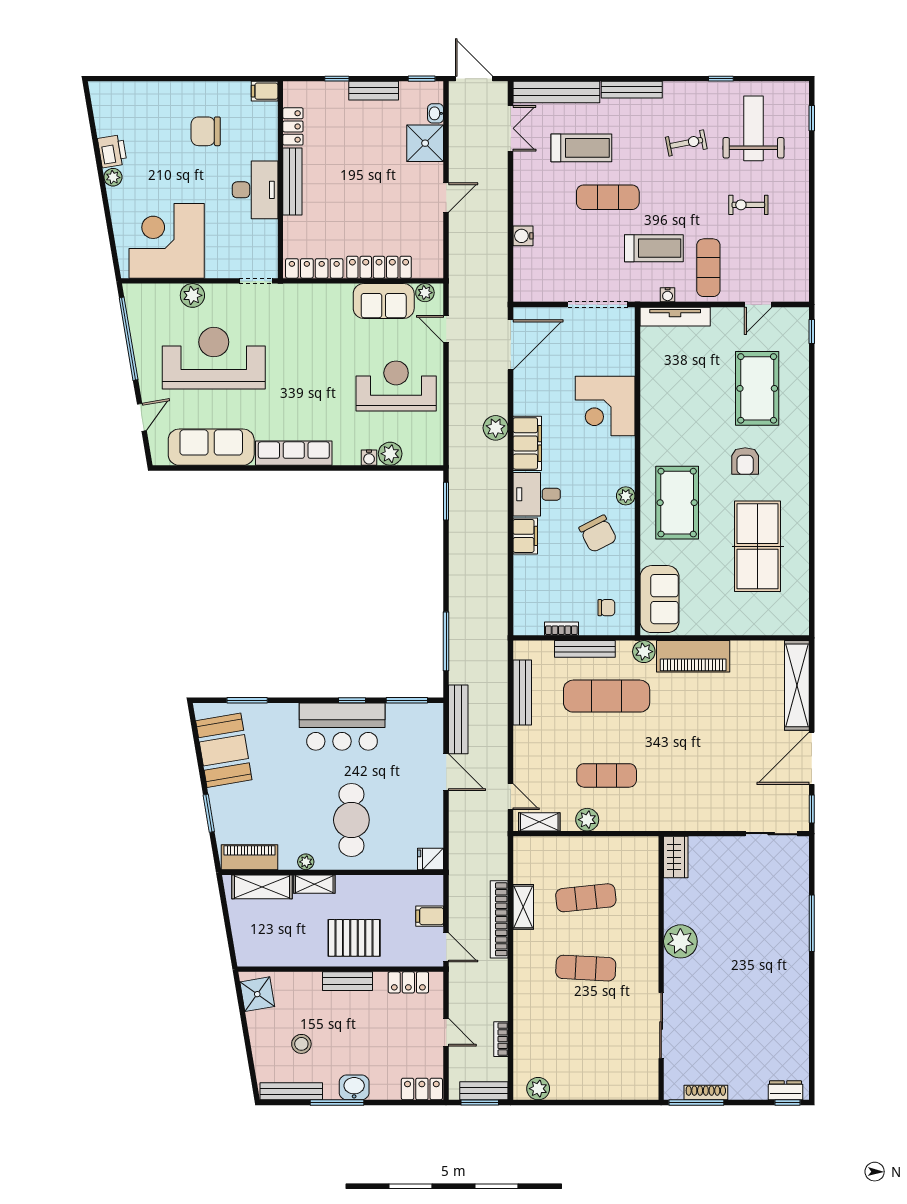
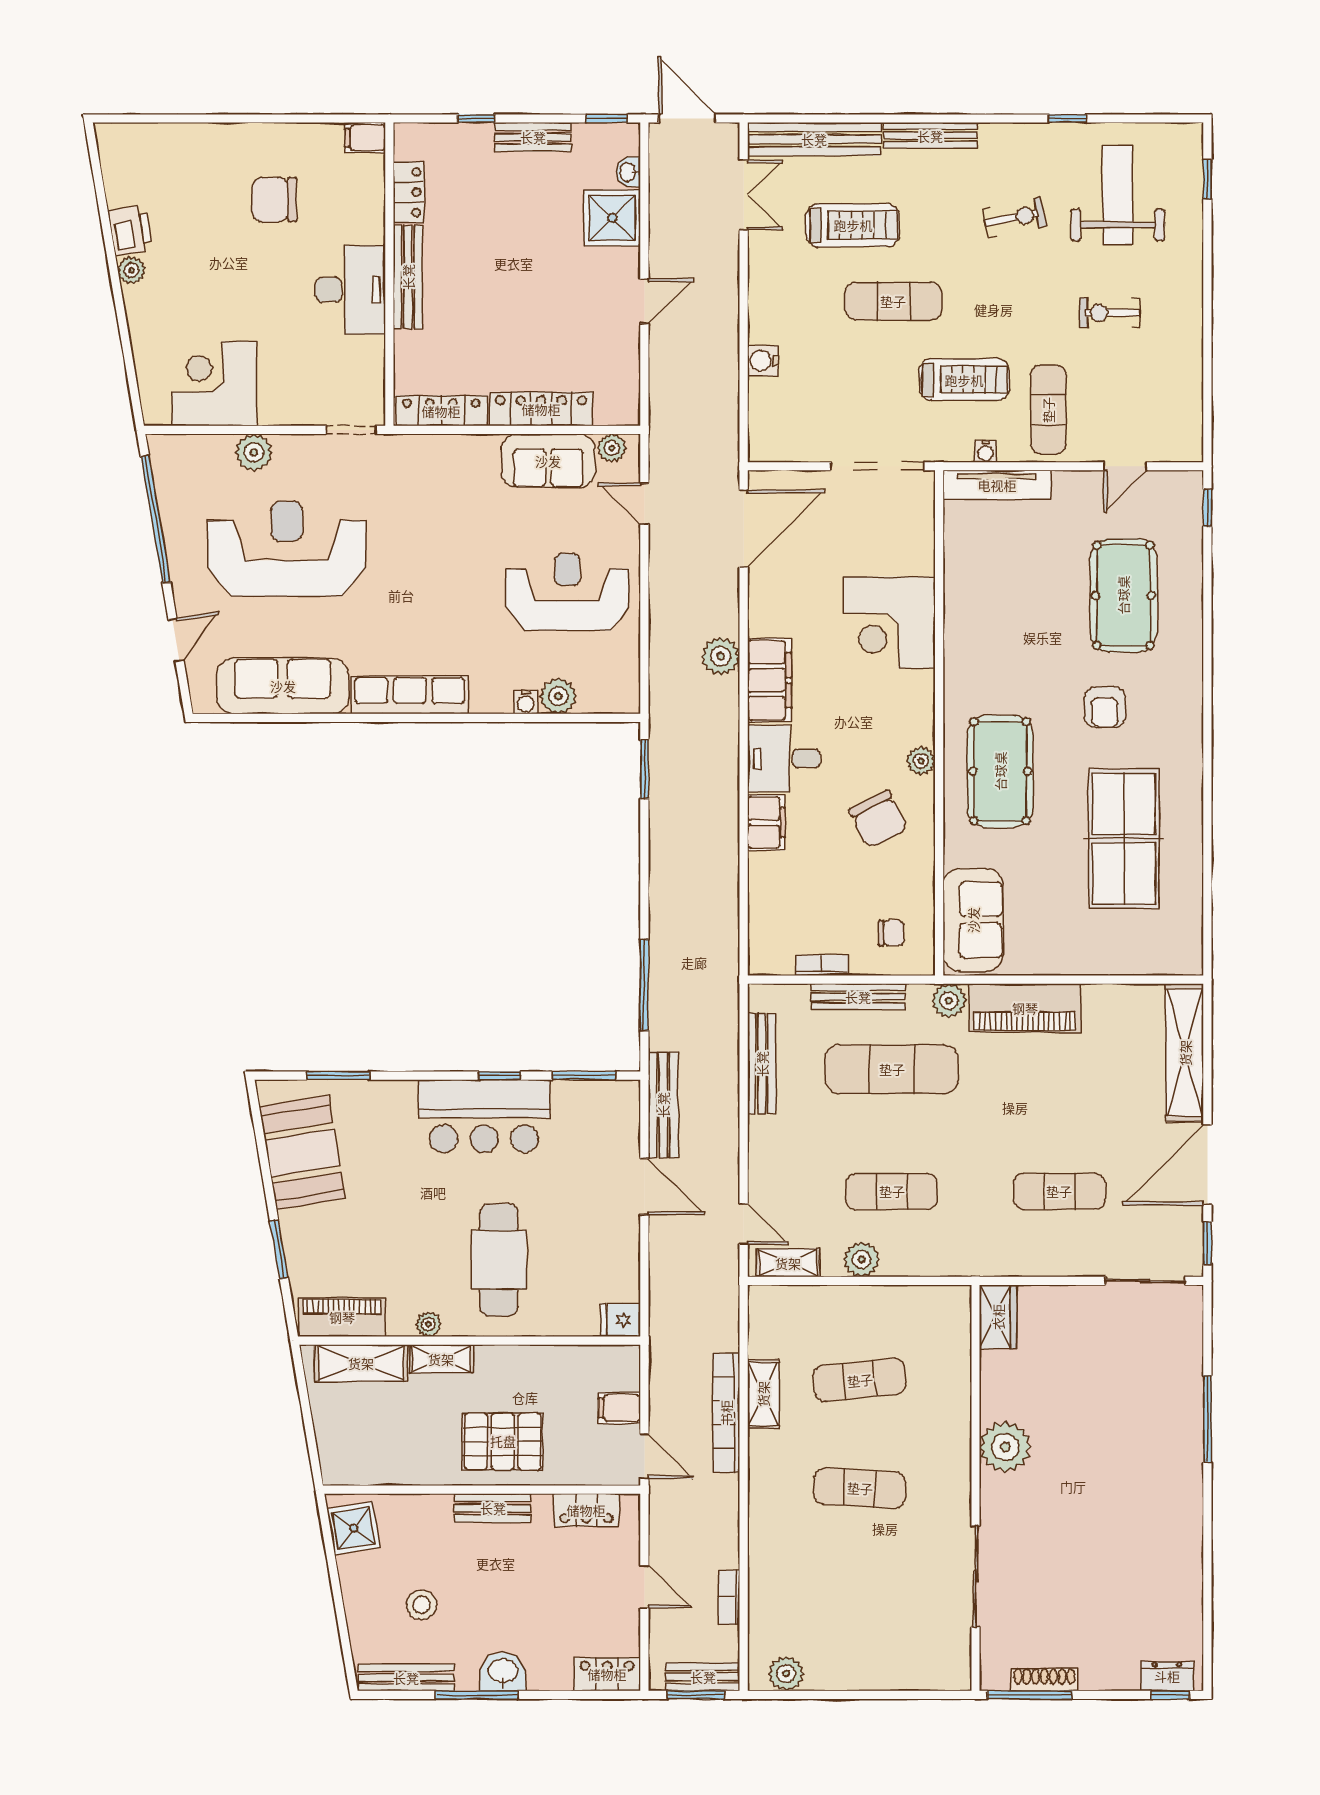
corner desk: (167, 241) -> (214, 383), width x0.74, depth x0.74
exercise mat: (716, 775) -> (1059, 1191), added

